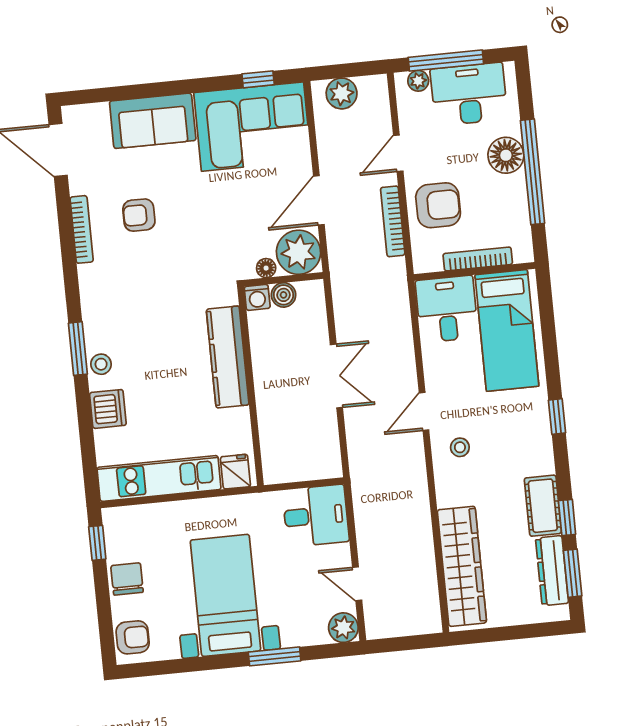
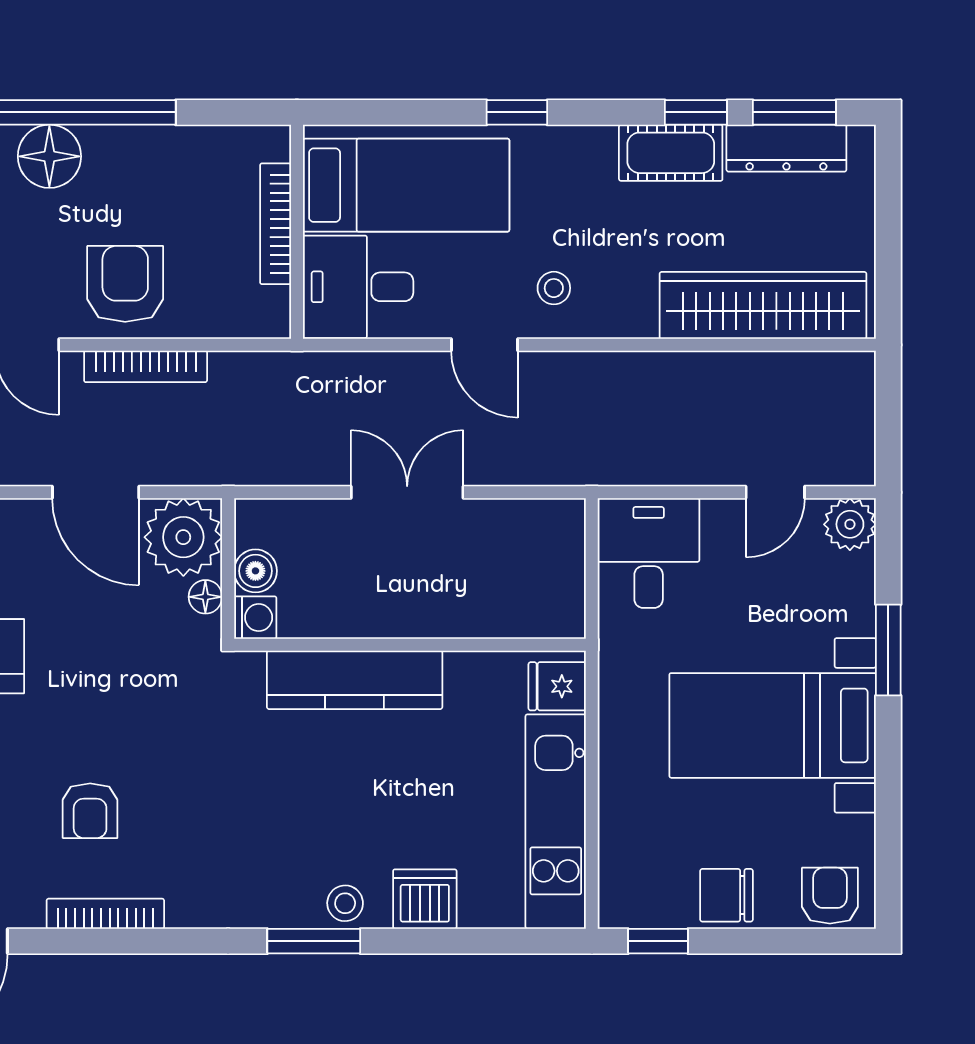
bookcase: (478, 259) -> (276, 224), moved
wall: (474, 271) -> (297, 232), moved
desk: (447, 309) -> (358, 287), moved
bed: (507, 330) -> (406, 185), moved

